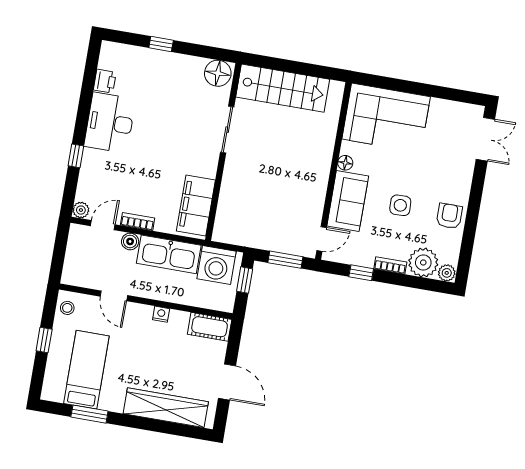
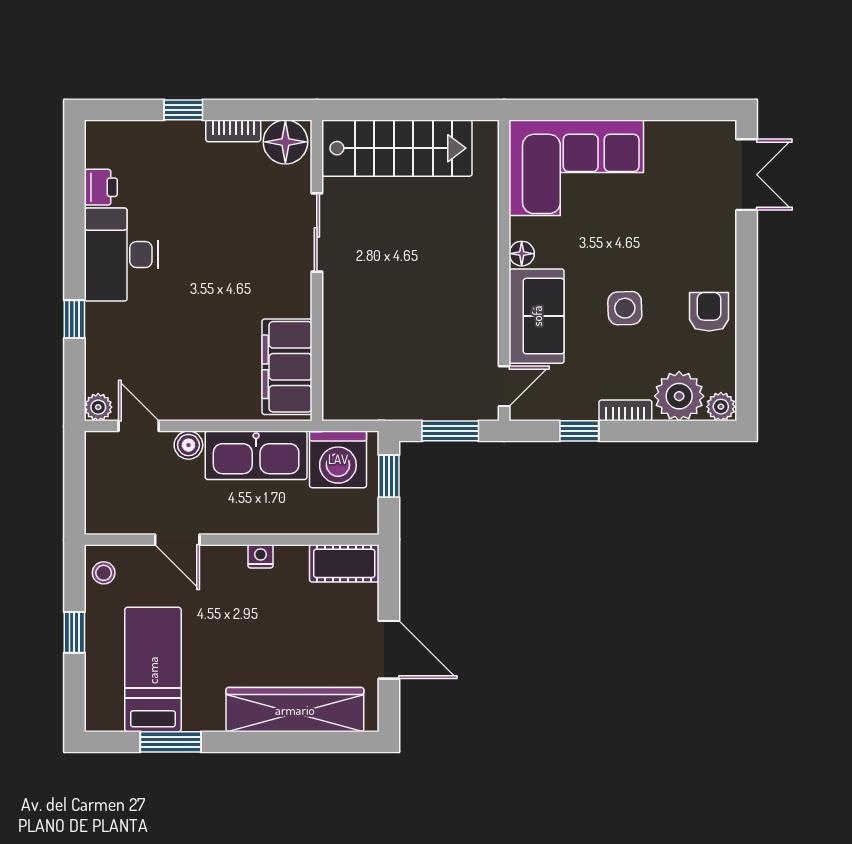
bookcase: (138, 221) -> (233, 131), moved, turned 180
door: (103, 225) -> (139, 426), hinge flipped

